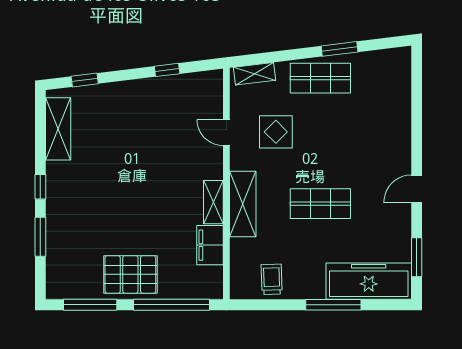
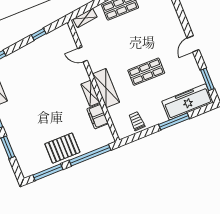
display table: (276, 132) -> (108, 44), removed

